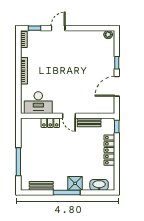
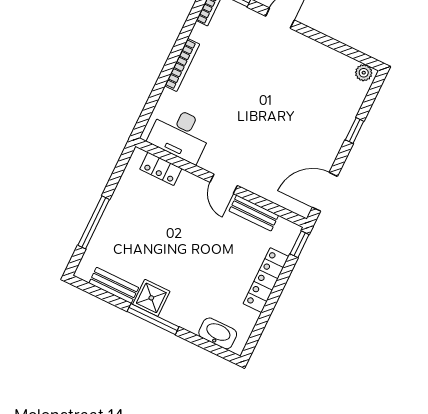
door: (117, 86) -> (325, 192), moved
locker: (50, 123) -> (161, 169), moved
shower: (75, 183) -> (151, 298), moved

